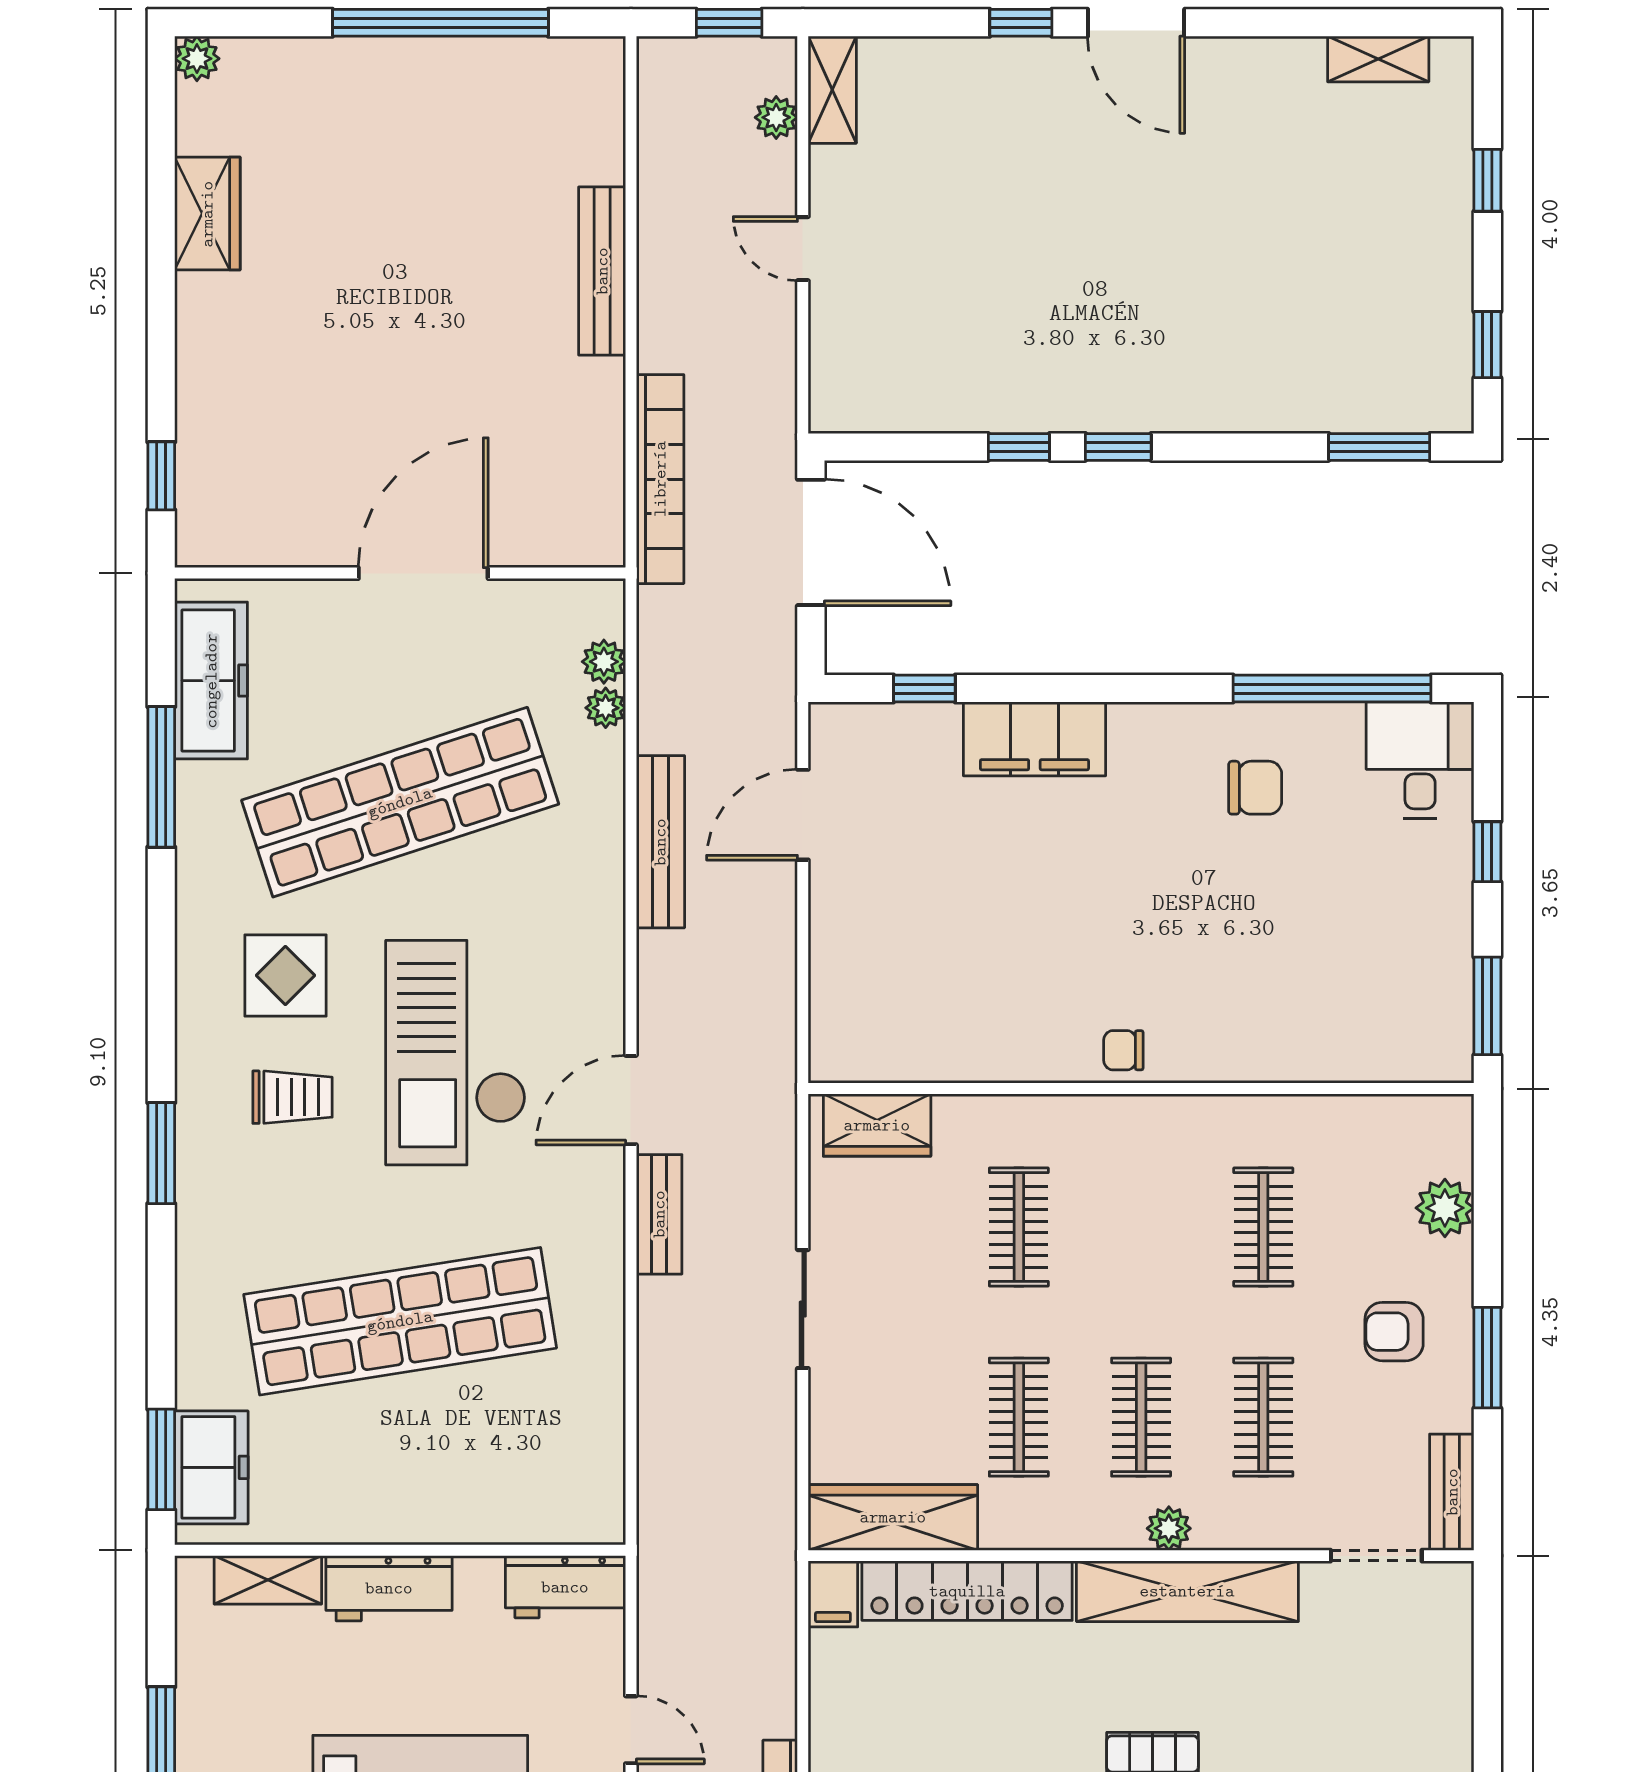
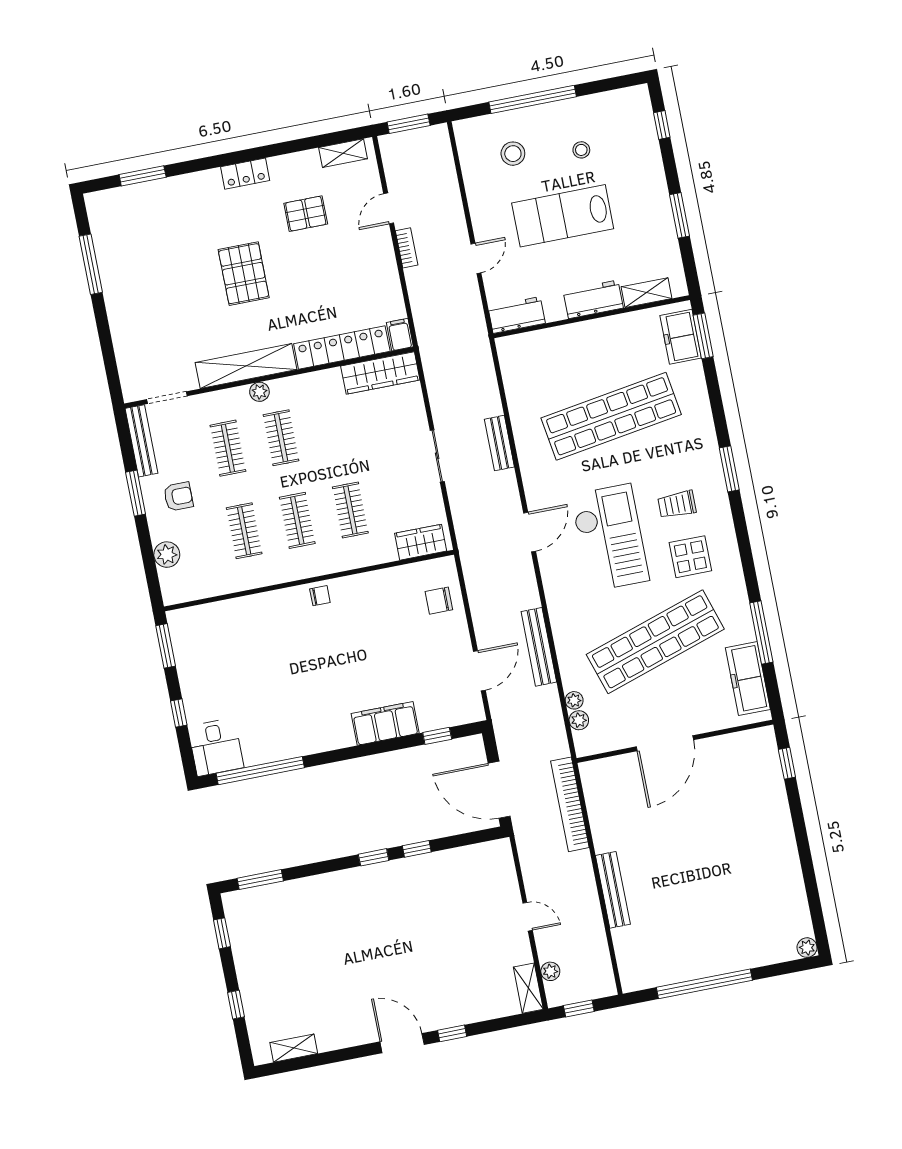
wardrobe: (207, 214) -> (789, 881), removed
chair: (1255, 788) -> (439, 601), moved
bench: (659, 1214) -> (499, 443), moved
clothes rail: (1019, 1417) -> (297, 520), moved
bench: (1452, 1492) -> (141, 441), width x1.36
door: (631, 1730) -> (476, 258), swing flipped

